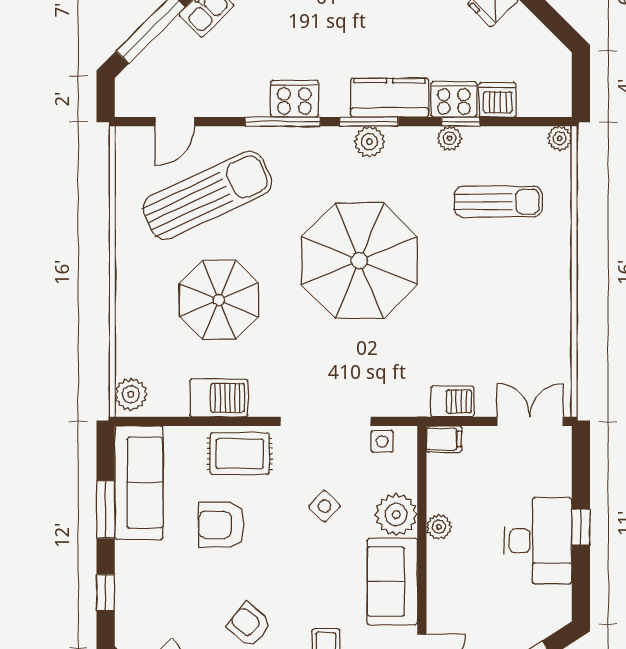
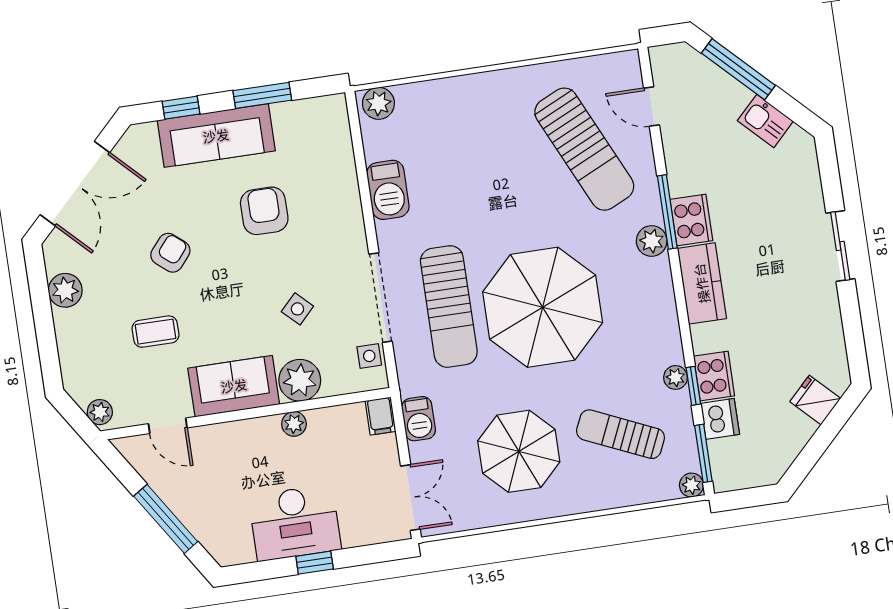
kitchen counter: (390, 98) -> (702, 283), moved
window: (369, 122) -> (703, 453), moved
plant: (370, 142) -> (652, 241), moved
sun lounger: (498, 202) -> (621, 434), turned 114
parasol: (219, 300) -> (519, 451), moved
sun lounger: (345, 354) -> (449, 307), added
rug: (240, 454) -> (336, 218), removed
sofa: (139, 483) -> (216, 136), moved

